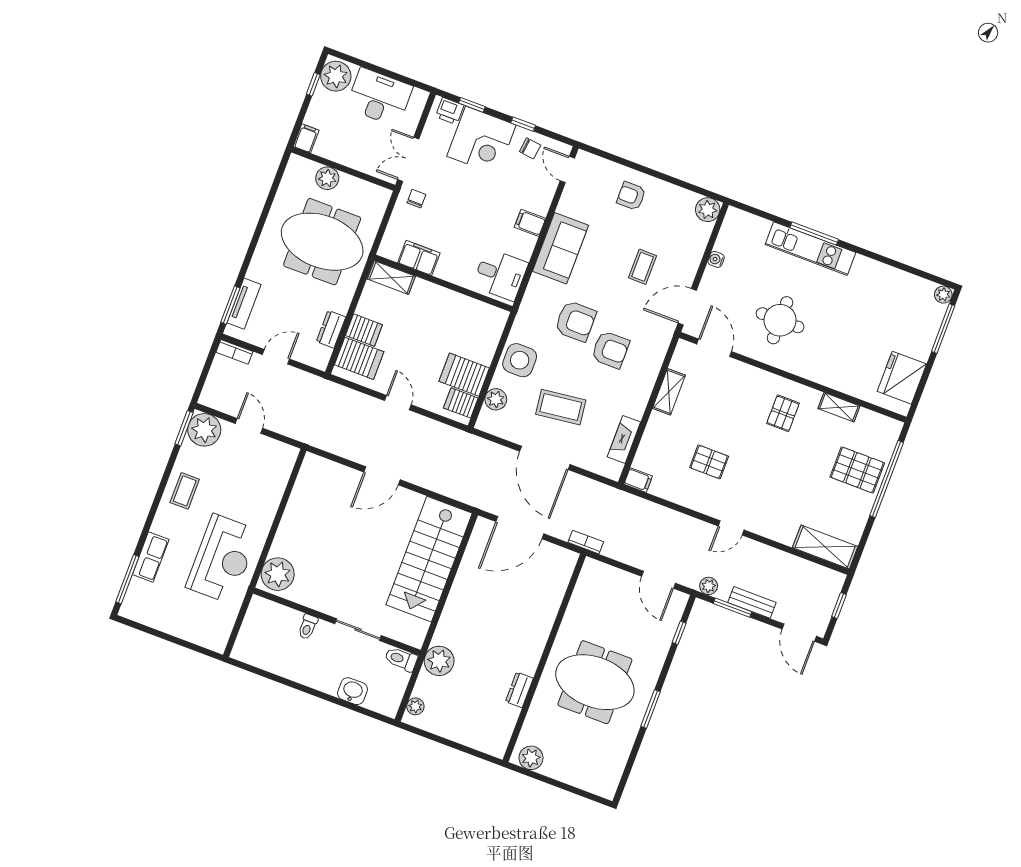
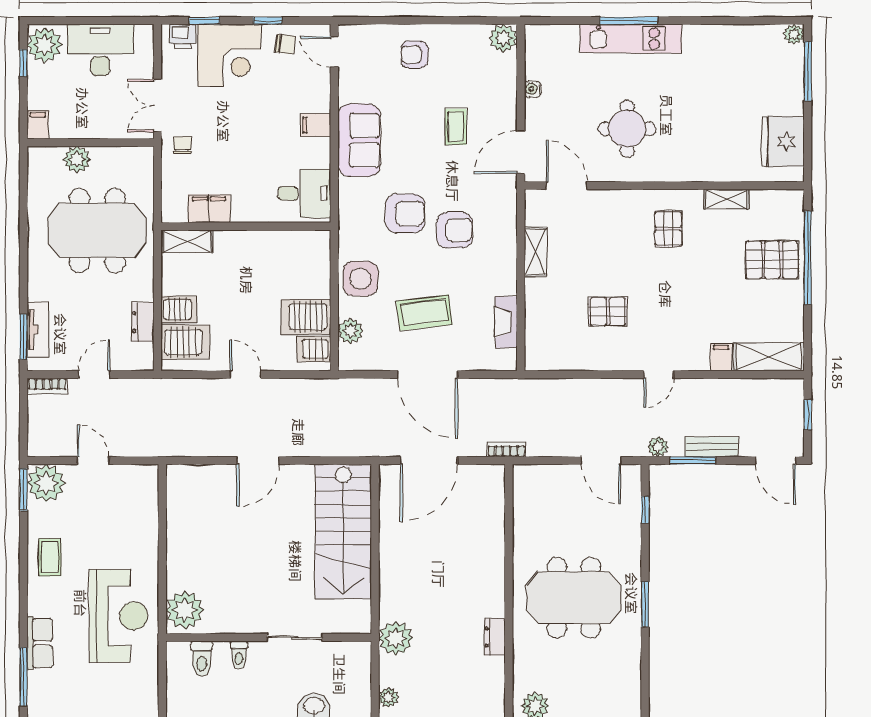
filing cabinet: (638, 480) -> (721, 357), moved, turned -90
toilet: (401, 659) -> (202, 659), moved, turned -90

